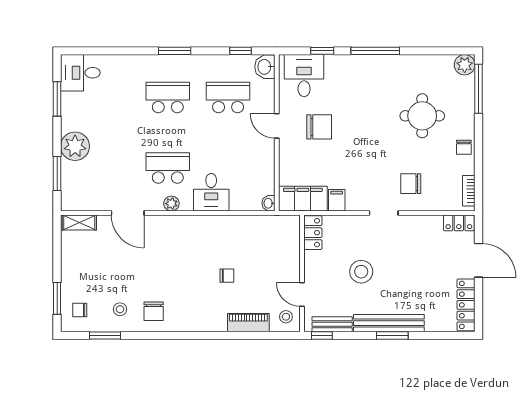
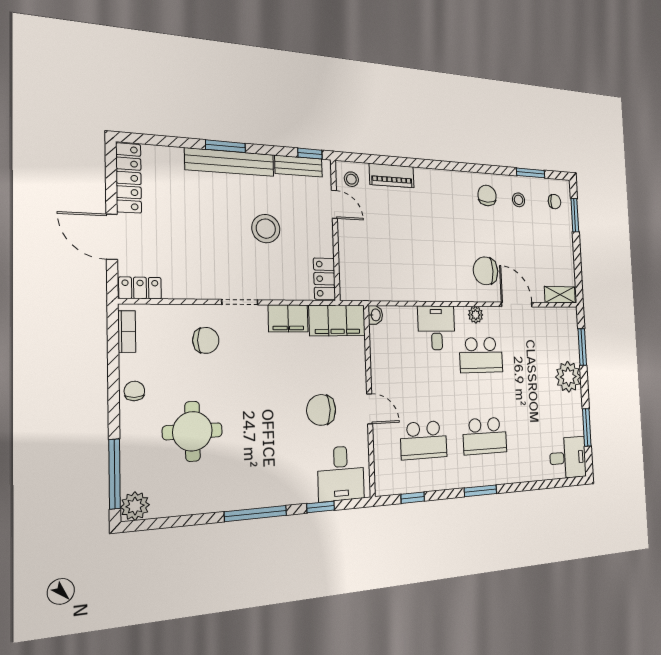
washbasin: (265, 67) -> (385, 481), removed
filing cabinet: (337, 200) -> (288, 318), width x2.00
chair: (227, 276) -> (486, 271), moved, width x1.87, depth x1.87

